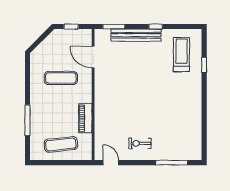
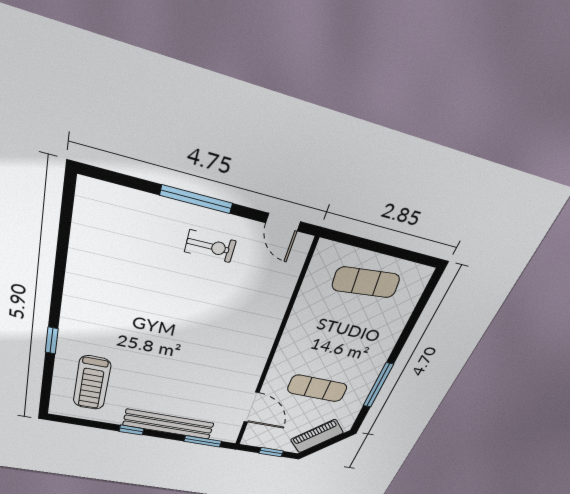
window: (204, 65) -> (52, 340), moved
piano: (85, 118) -> (317, 436), moved, turned -135
window: (27, 120) -> (378, 385), moved
window: (172, 163) -> (196, 199), moved

